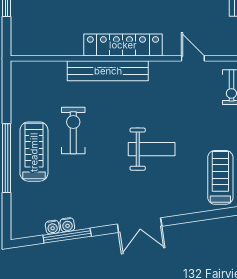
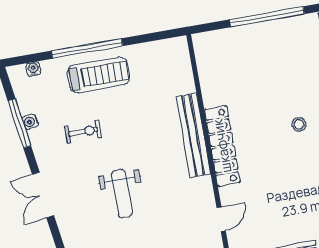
exercise bike: (73, 130) -> (83, 132), moved, width x0.73, depth x0.72
water cooler: (52, 227) -> (33, 69), moved, turned 98

